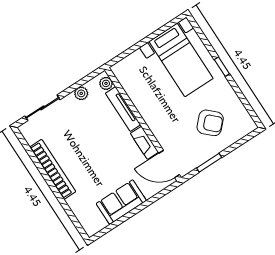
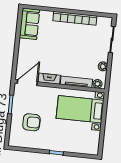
bed with nightstands: (181, 60) -> (80, 109), moved
armchair: (210, 123) -> (31, 122), turned -134
sofa: (121, 202) -> (29, 24), moved

